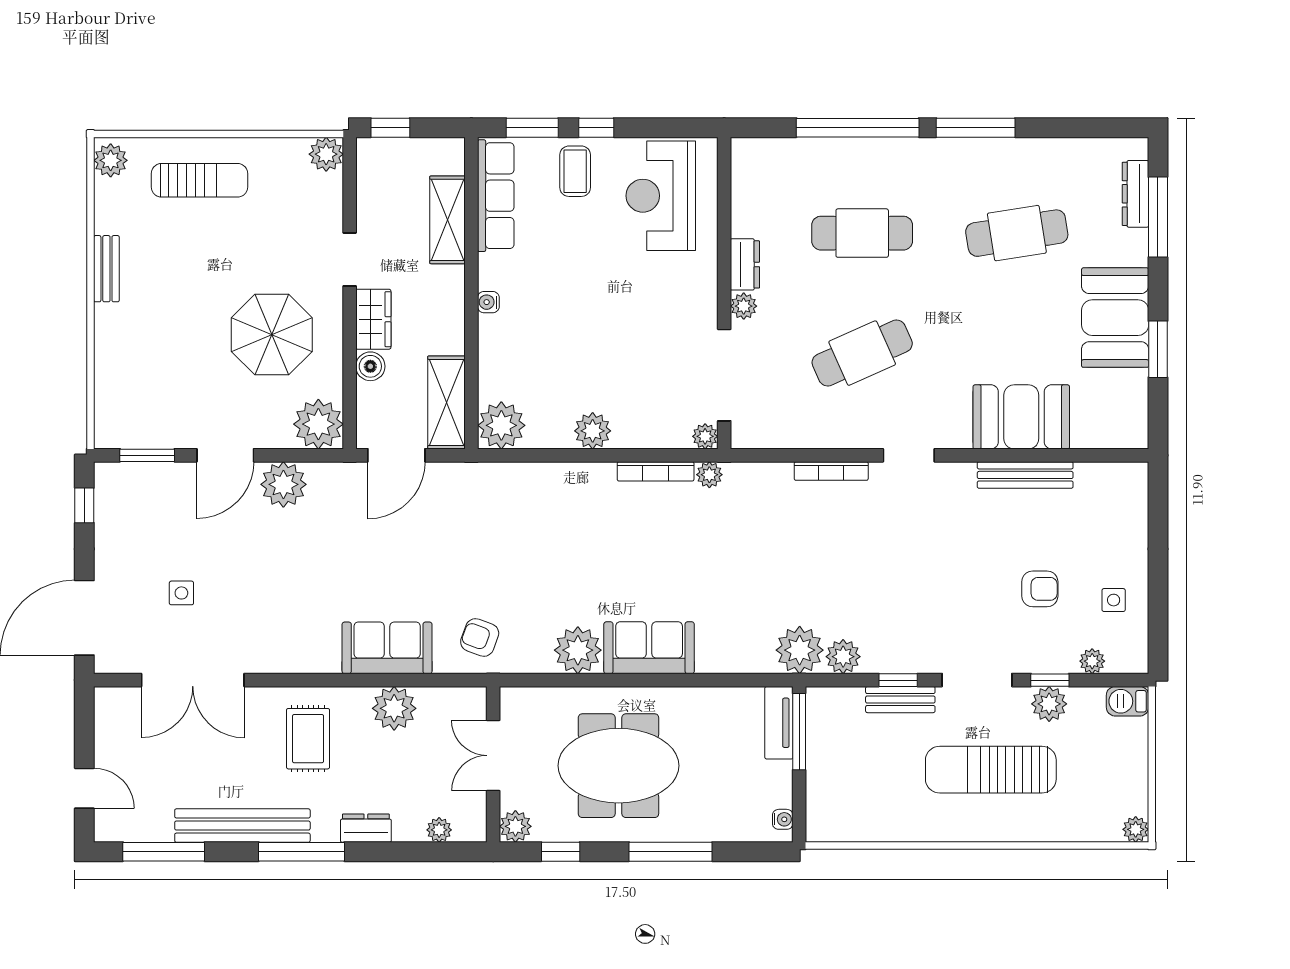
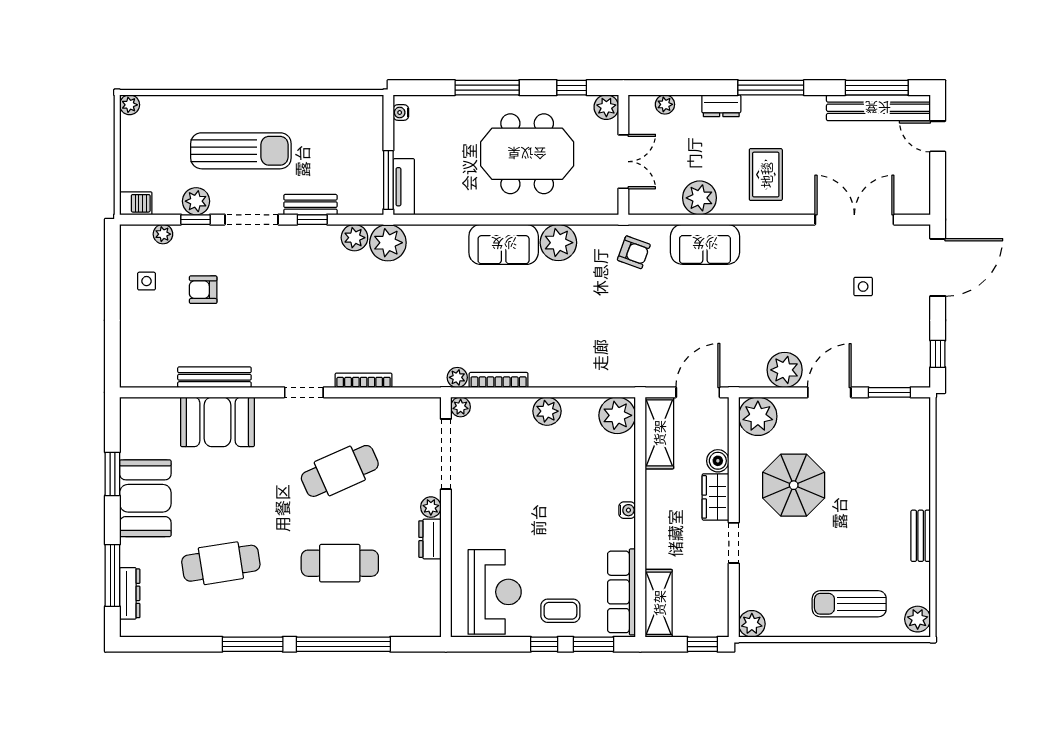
coffee table: (575, 171) -> (560, 611), turned 90
shelving: (448, 220) -> (659, 603), moved
bench: (242, 826) -> (878, 108), moved

